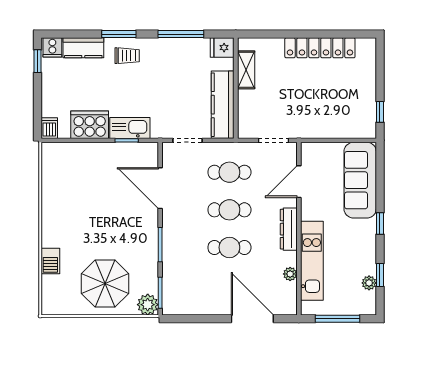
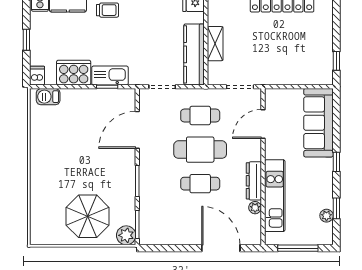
window: (38, 61) -> (26, 40), moved
shelving: (246, 70) -> (215, 44), moved
door: (160, 188) -> (137, 130), hinge flipped
cafe table: (229, 210) -> (200, 150), width x1.37, depth x1.35
dresser: (289, 229) -> (254, 181), moved
barbecue: (50, 261) -> (48, 97), moved, turned 90

